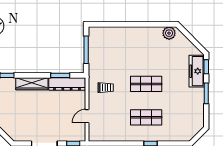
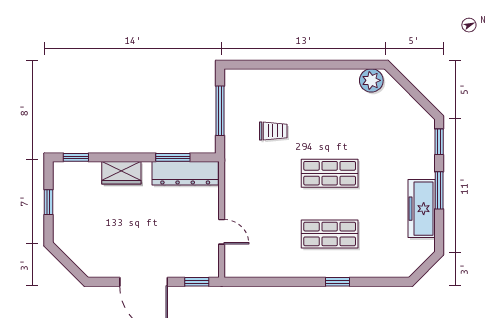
freezer: (197, 71) -> (422, 209), moved
wardrobe: (32, 84) -> (121, 173), width x0.67
trolley: (106, 88) -> (273, 131), moved
door: (87, 116) -> (222, 232), swing flipped

